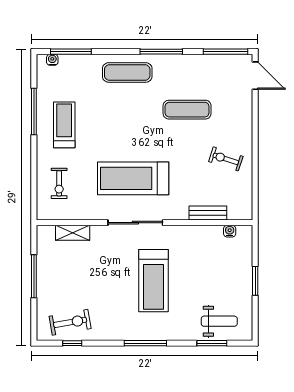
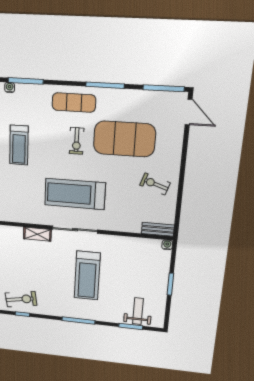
exercise mat: (187, 110) -> (124, 139), width x2.00, depth x1.45
treadmill: (64, 125) -> (19, 145), turned 180
exercise bike: (59, 183) -> (77, 141), moved
bench: (208, 213) -> (158, 229), moved
water cooler: (230, 231) -> (167, 245), moved
shelving: (73, 233) -> (37, 234), moved
weight bench: (219, 321) -> (138, 311), turned -90

